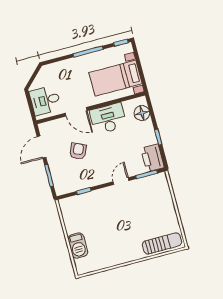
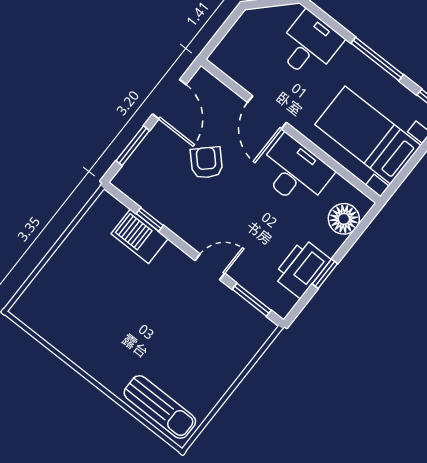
desk: (45, 100) -> (309, 45), moved, turned 90
door: (42, 147) -> (169, 99), swing flipped
armchair: (78, 151) -> (206, 163), turned -68
printer: (153, 158) -> (302, 268), moved
barbecue: (78, 246) -> (139, 236), moved, turned 90

